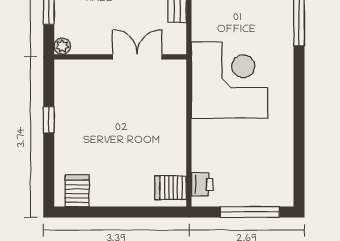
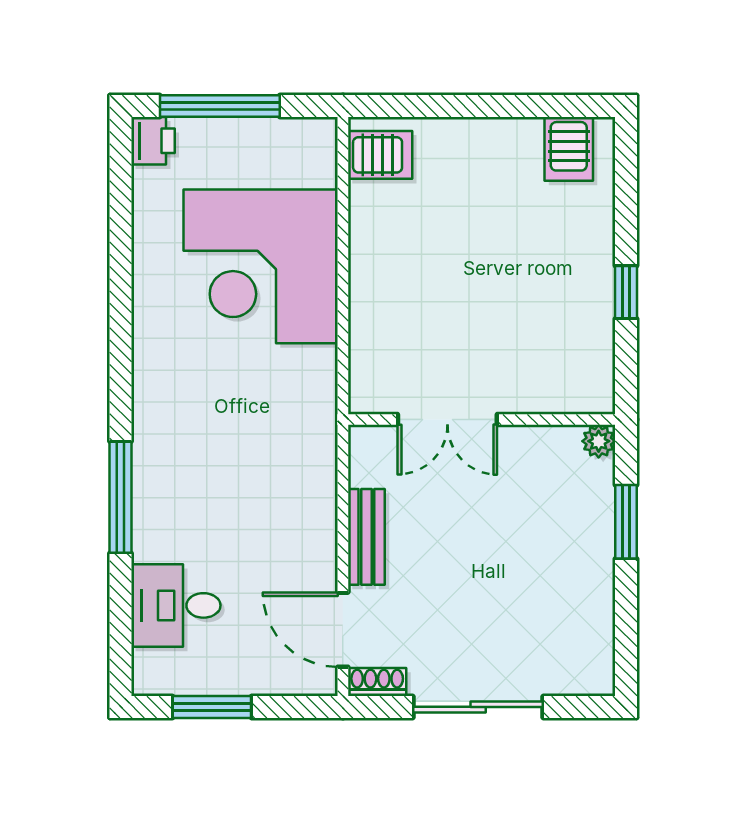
corner desk: (230, 80) -> (261, 266), moved
printer: (202, 184) -> (153, 141), moved, turned 180

